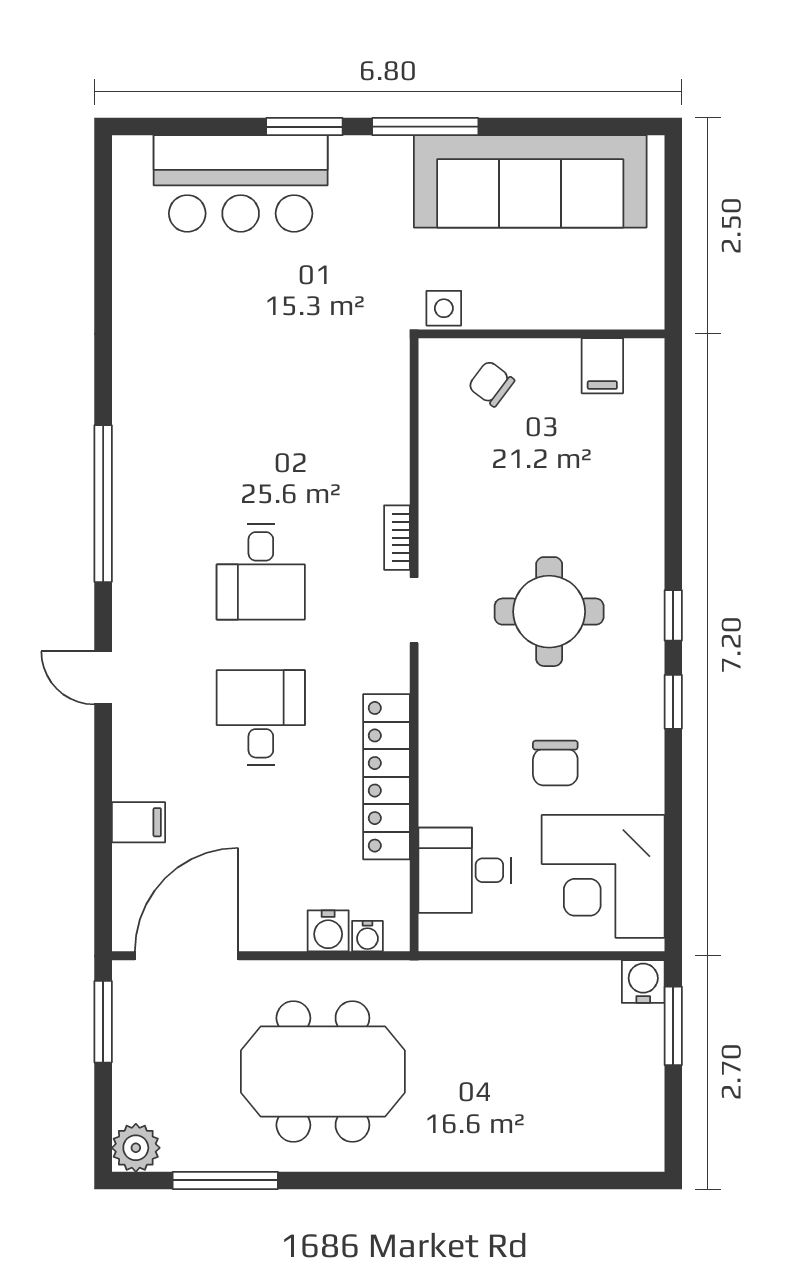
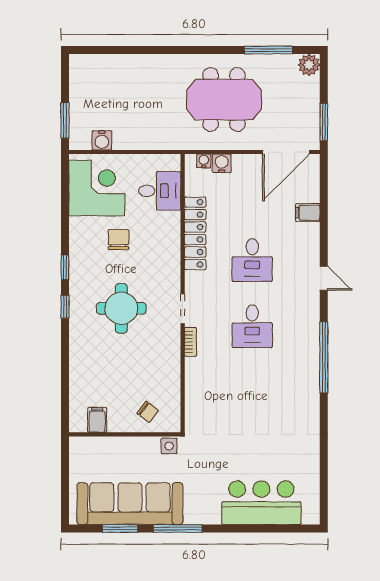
window: (304, 127) -> (120, 528), moved
desk: (261, 572) -> (252, 326), turned 180
water cooler: (643, 982) -> (102, 140), moved

